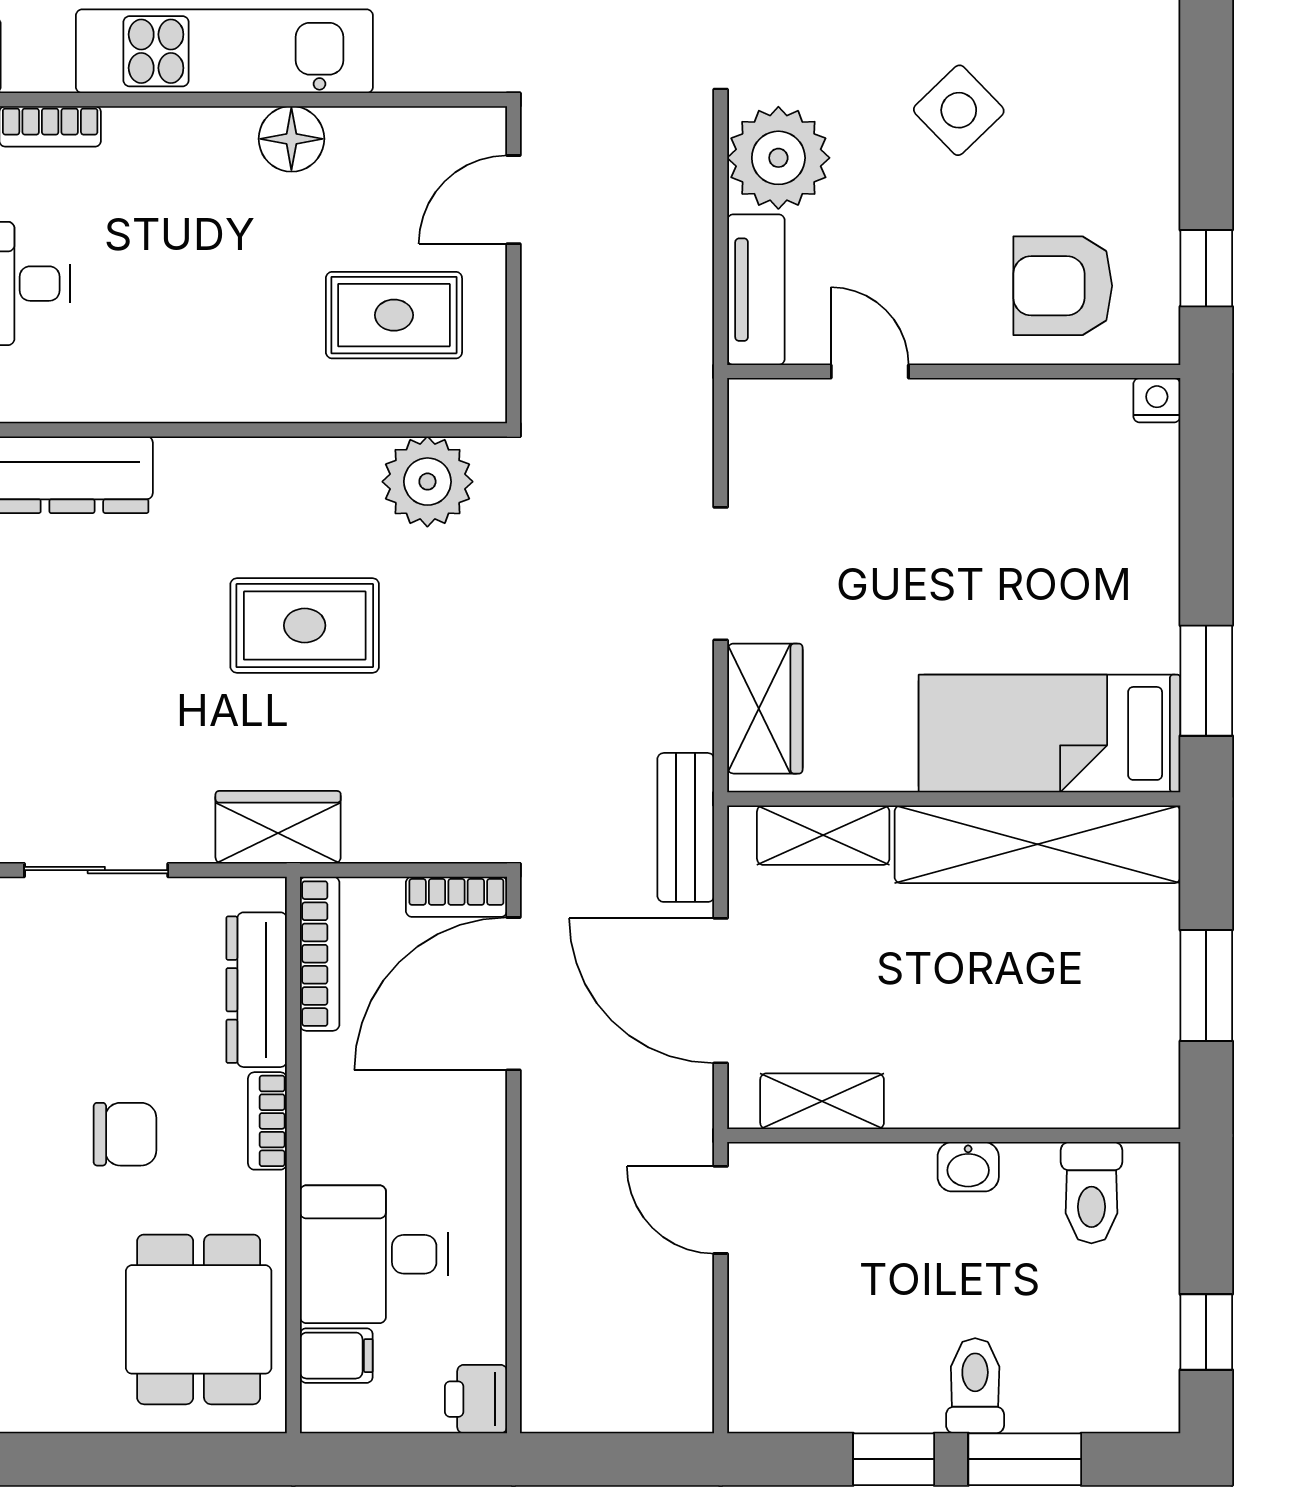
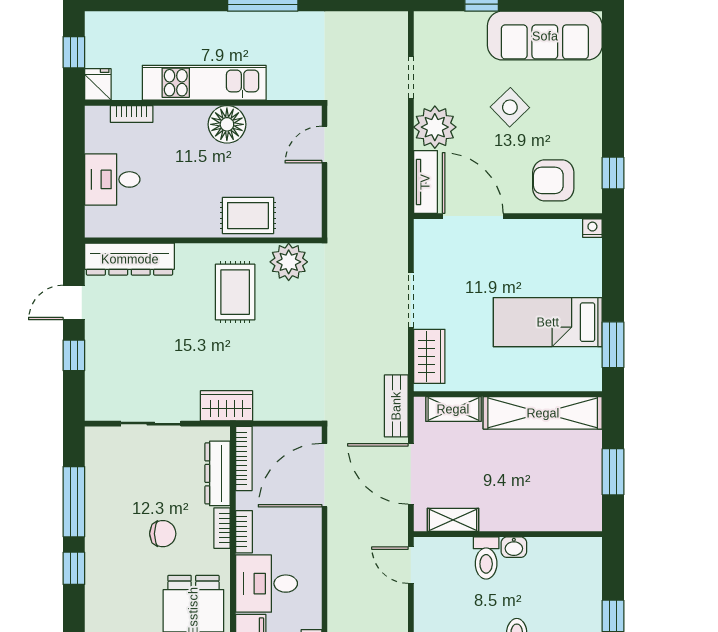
floor lamp: (291, 139) -> (227, 124), width x1.38, depth x1.38
rug: (394, 315) -> (248, 216), moved
door: (870, 372) -> (473, 216), width x1.87
rug: (305, 625) -> (235, 292), moved, turned 90
bed: (1050, 733) -> (548, 322), moved
bookcase: (456, 897) -> (244, 532), moved, turned -90
toilet: (1091, 1193) -> (486, 558), moved

